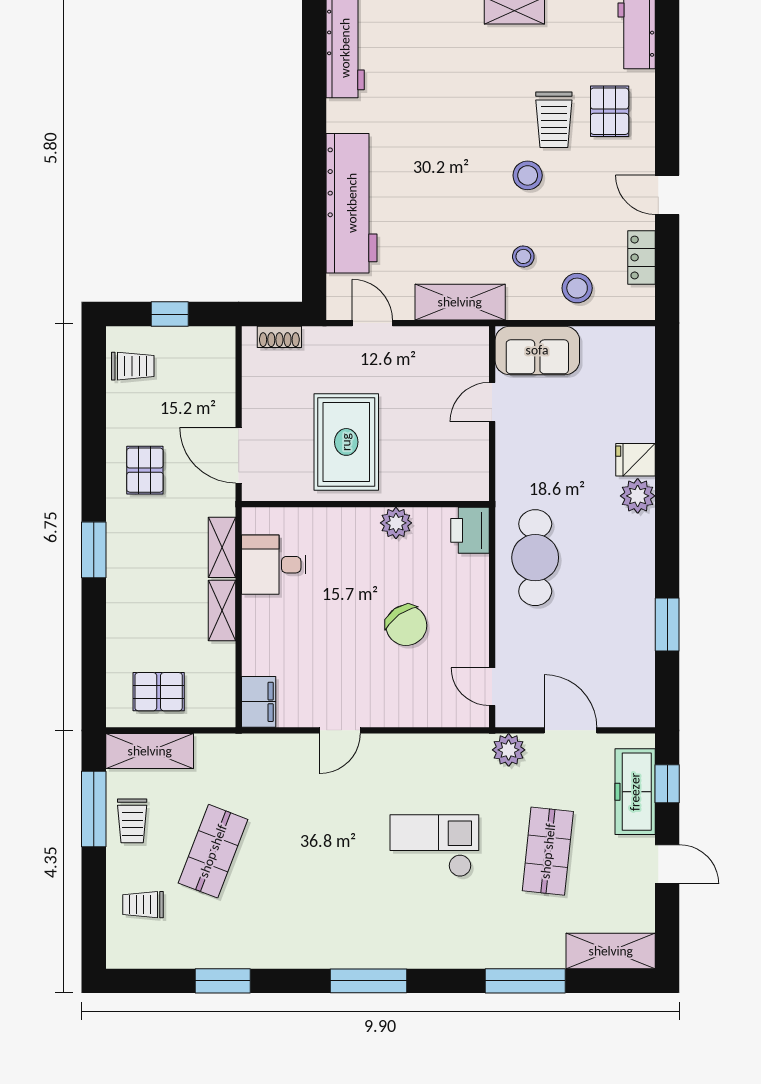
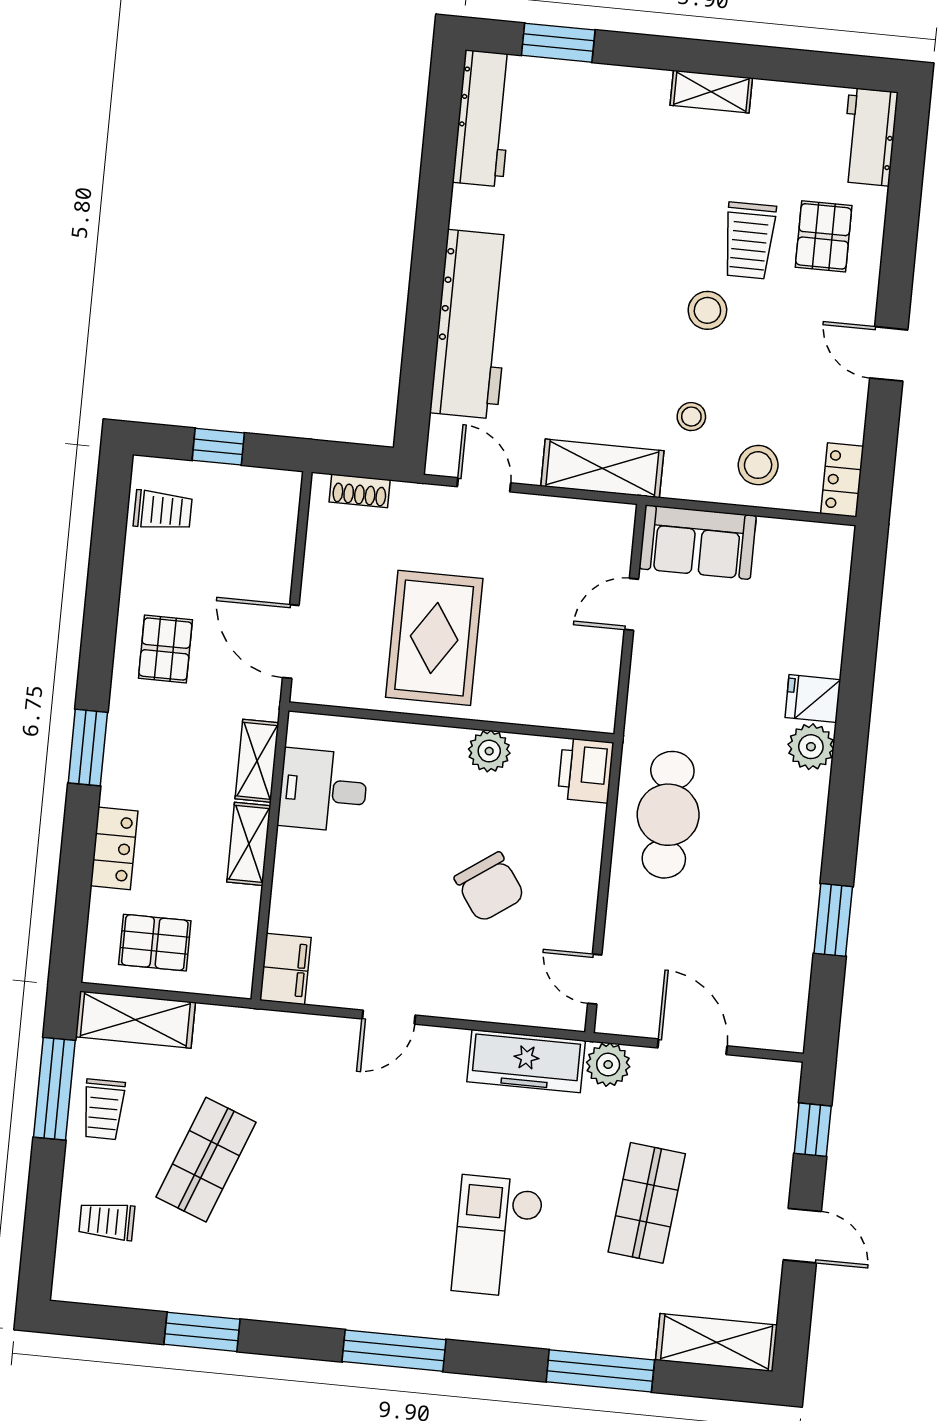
locker: (641, 257) -> (842, 480), moved
locker: (121, 624) -> (114, 848), added
freezer: (635, 792) -> (526, 1061), moved, turned -90
checkout: (434, 846) -> (498, 1236), moved, turned -90

